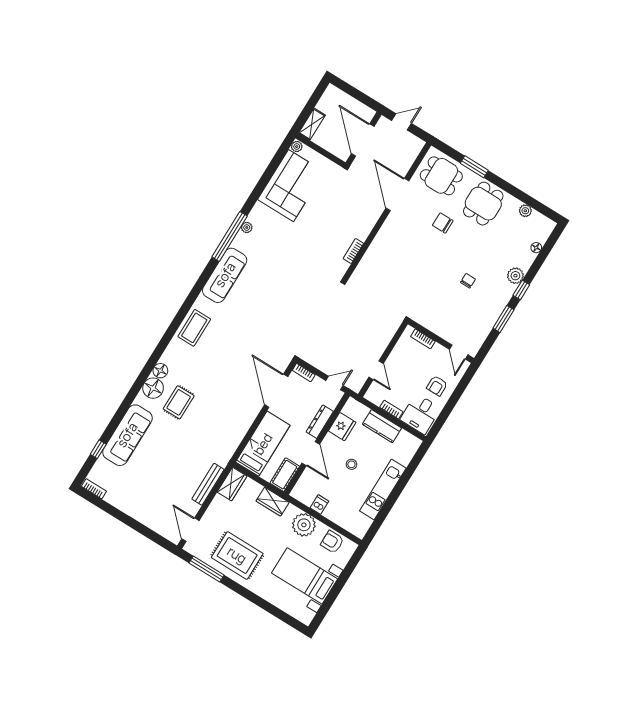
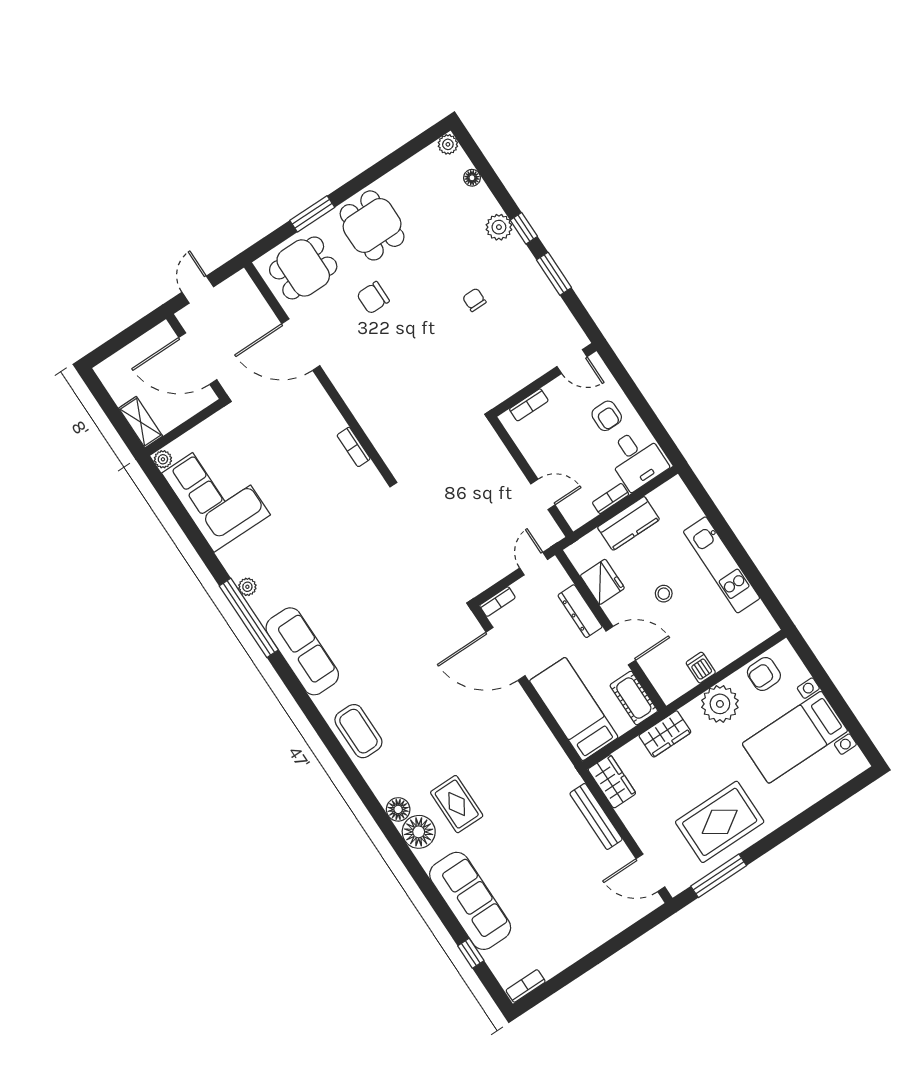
plant: (525, 211) -> (448, 144), moved

